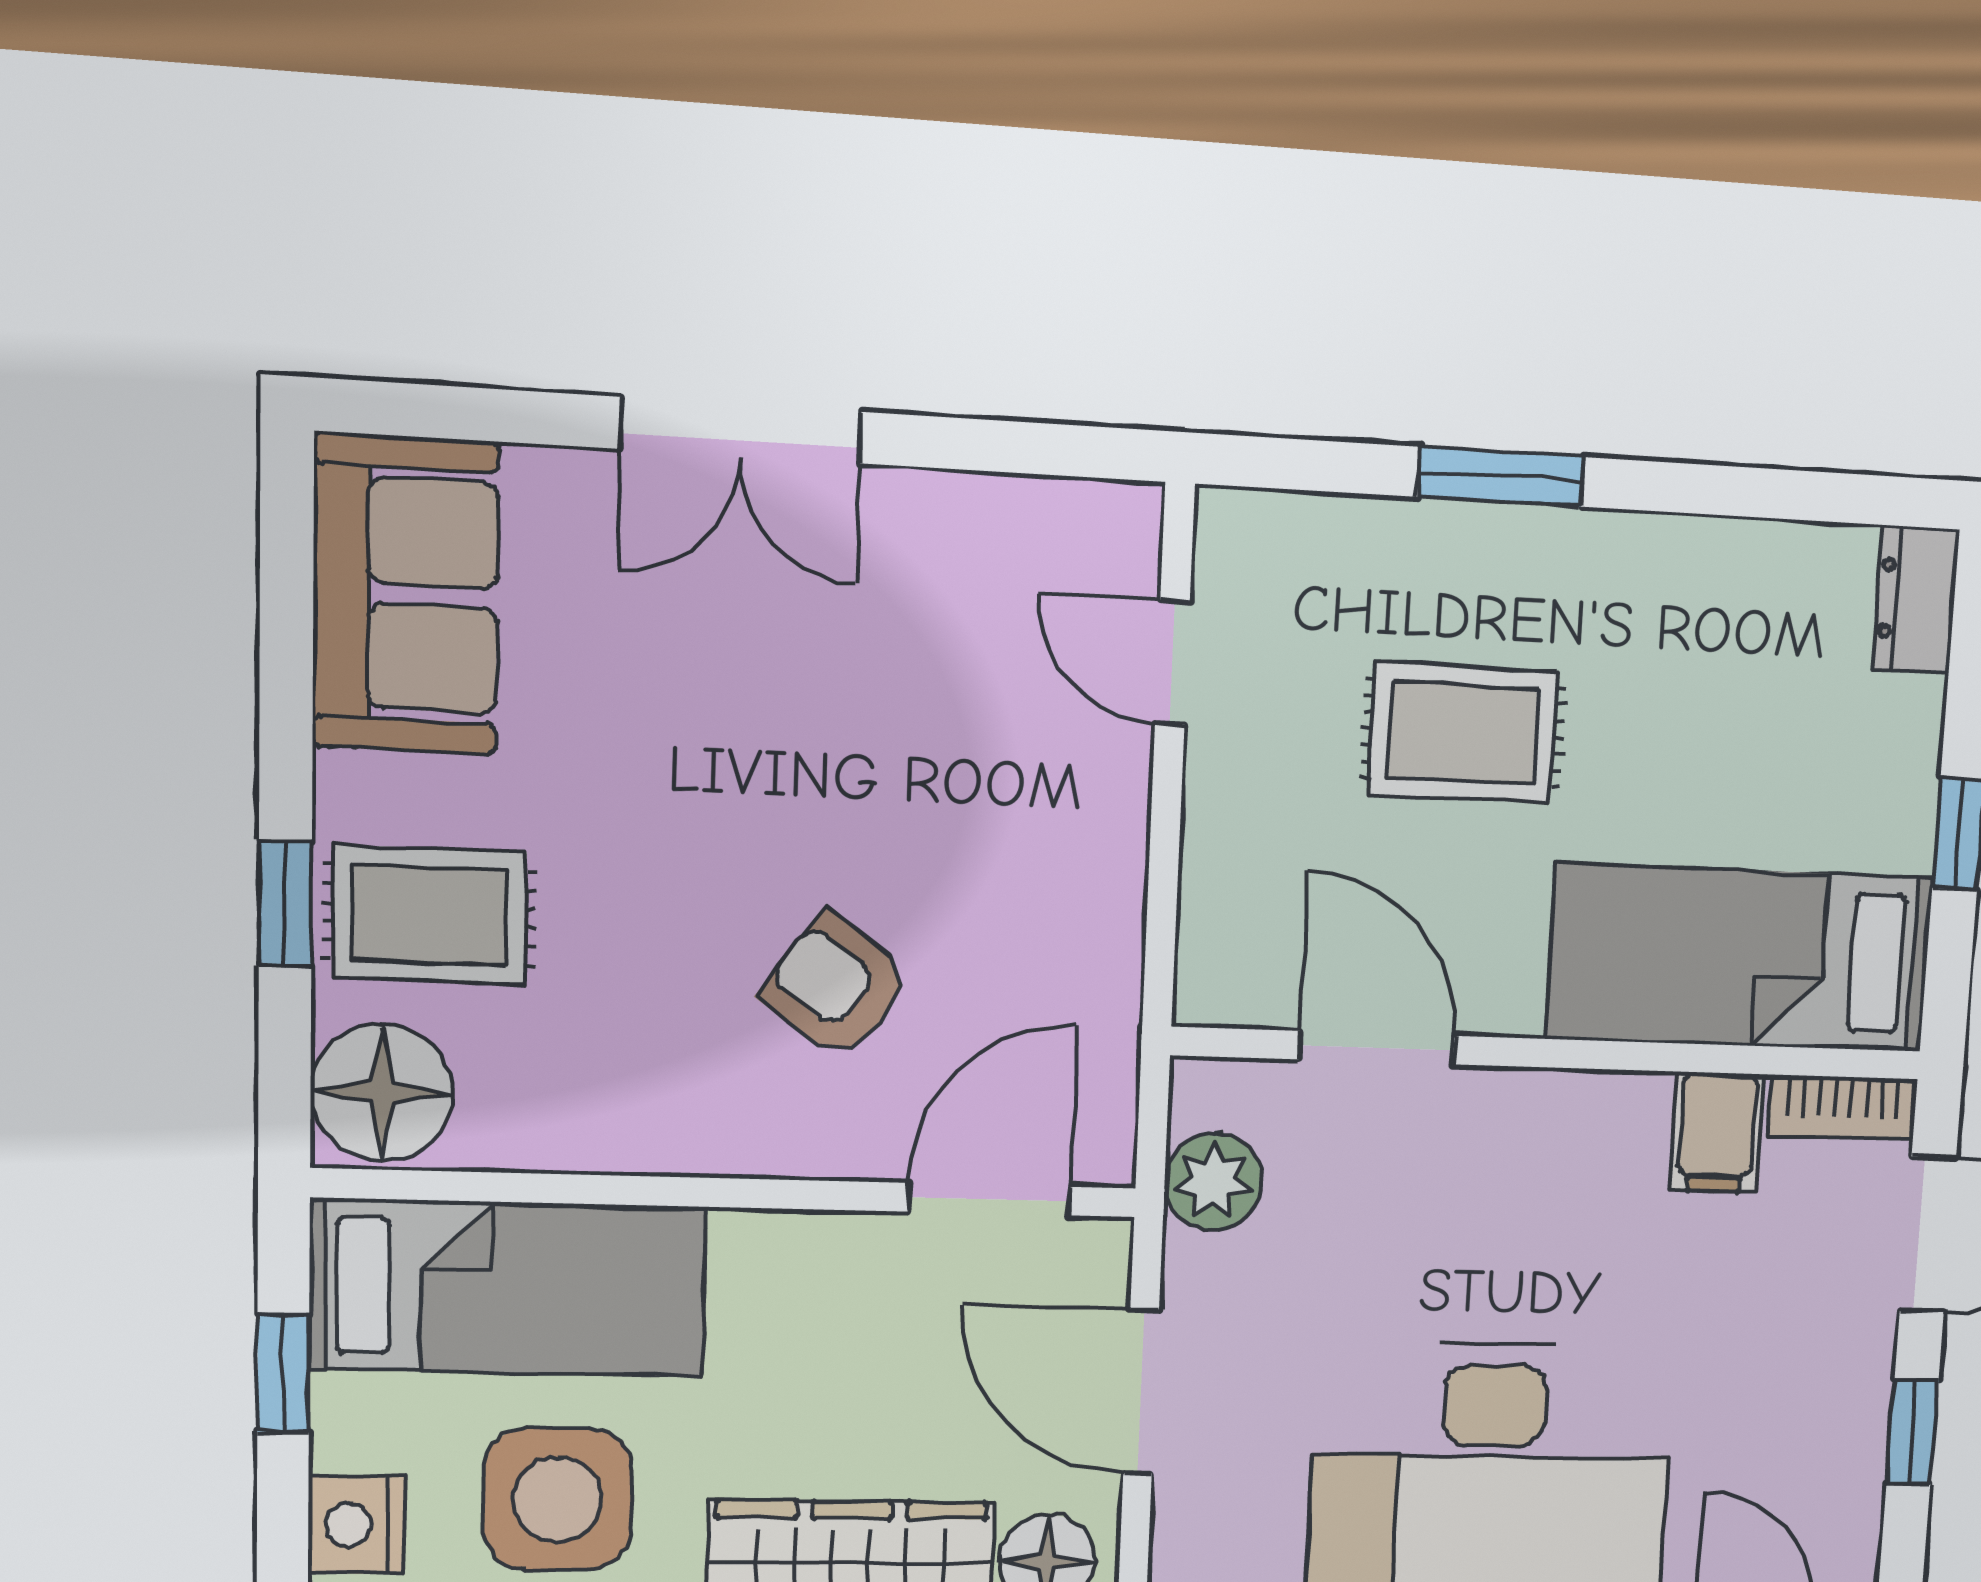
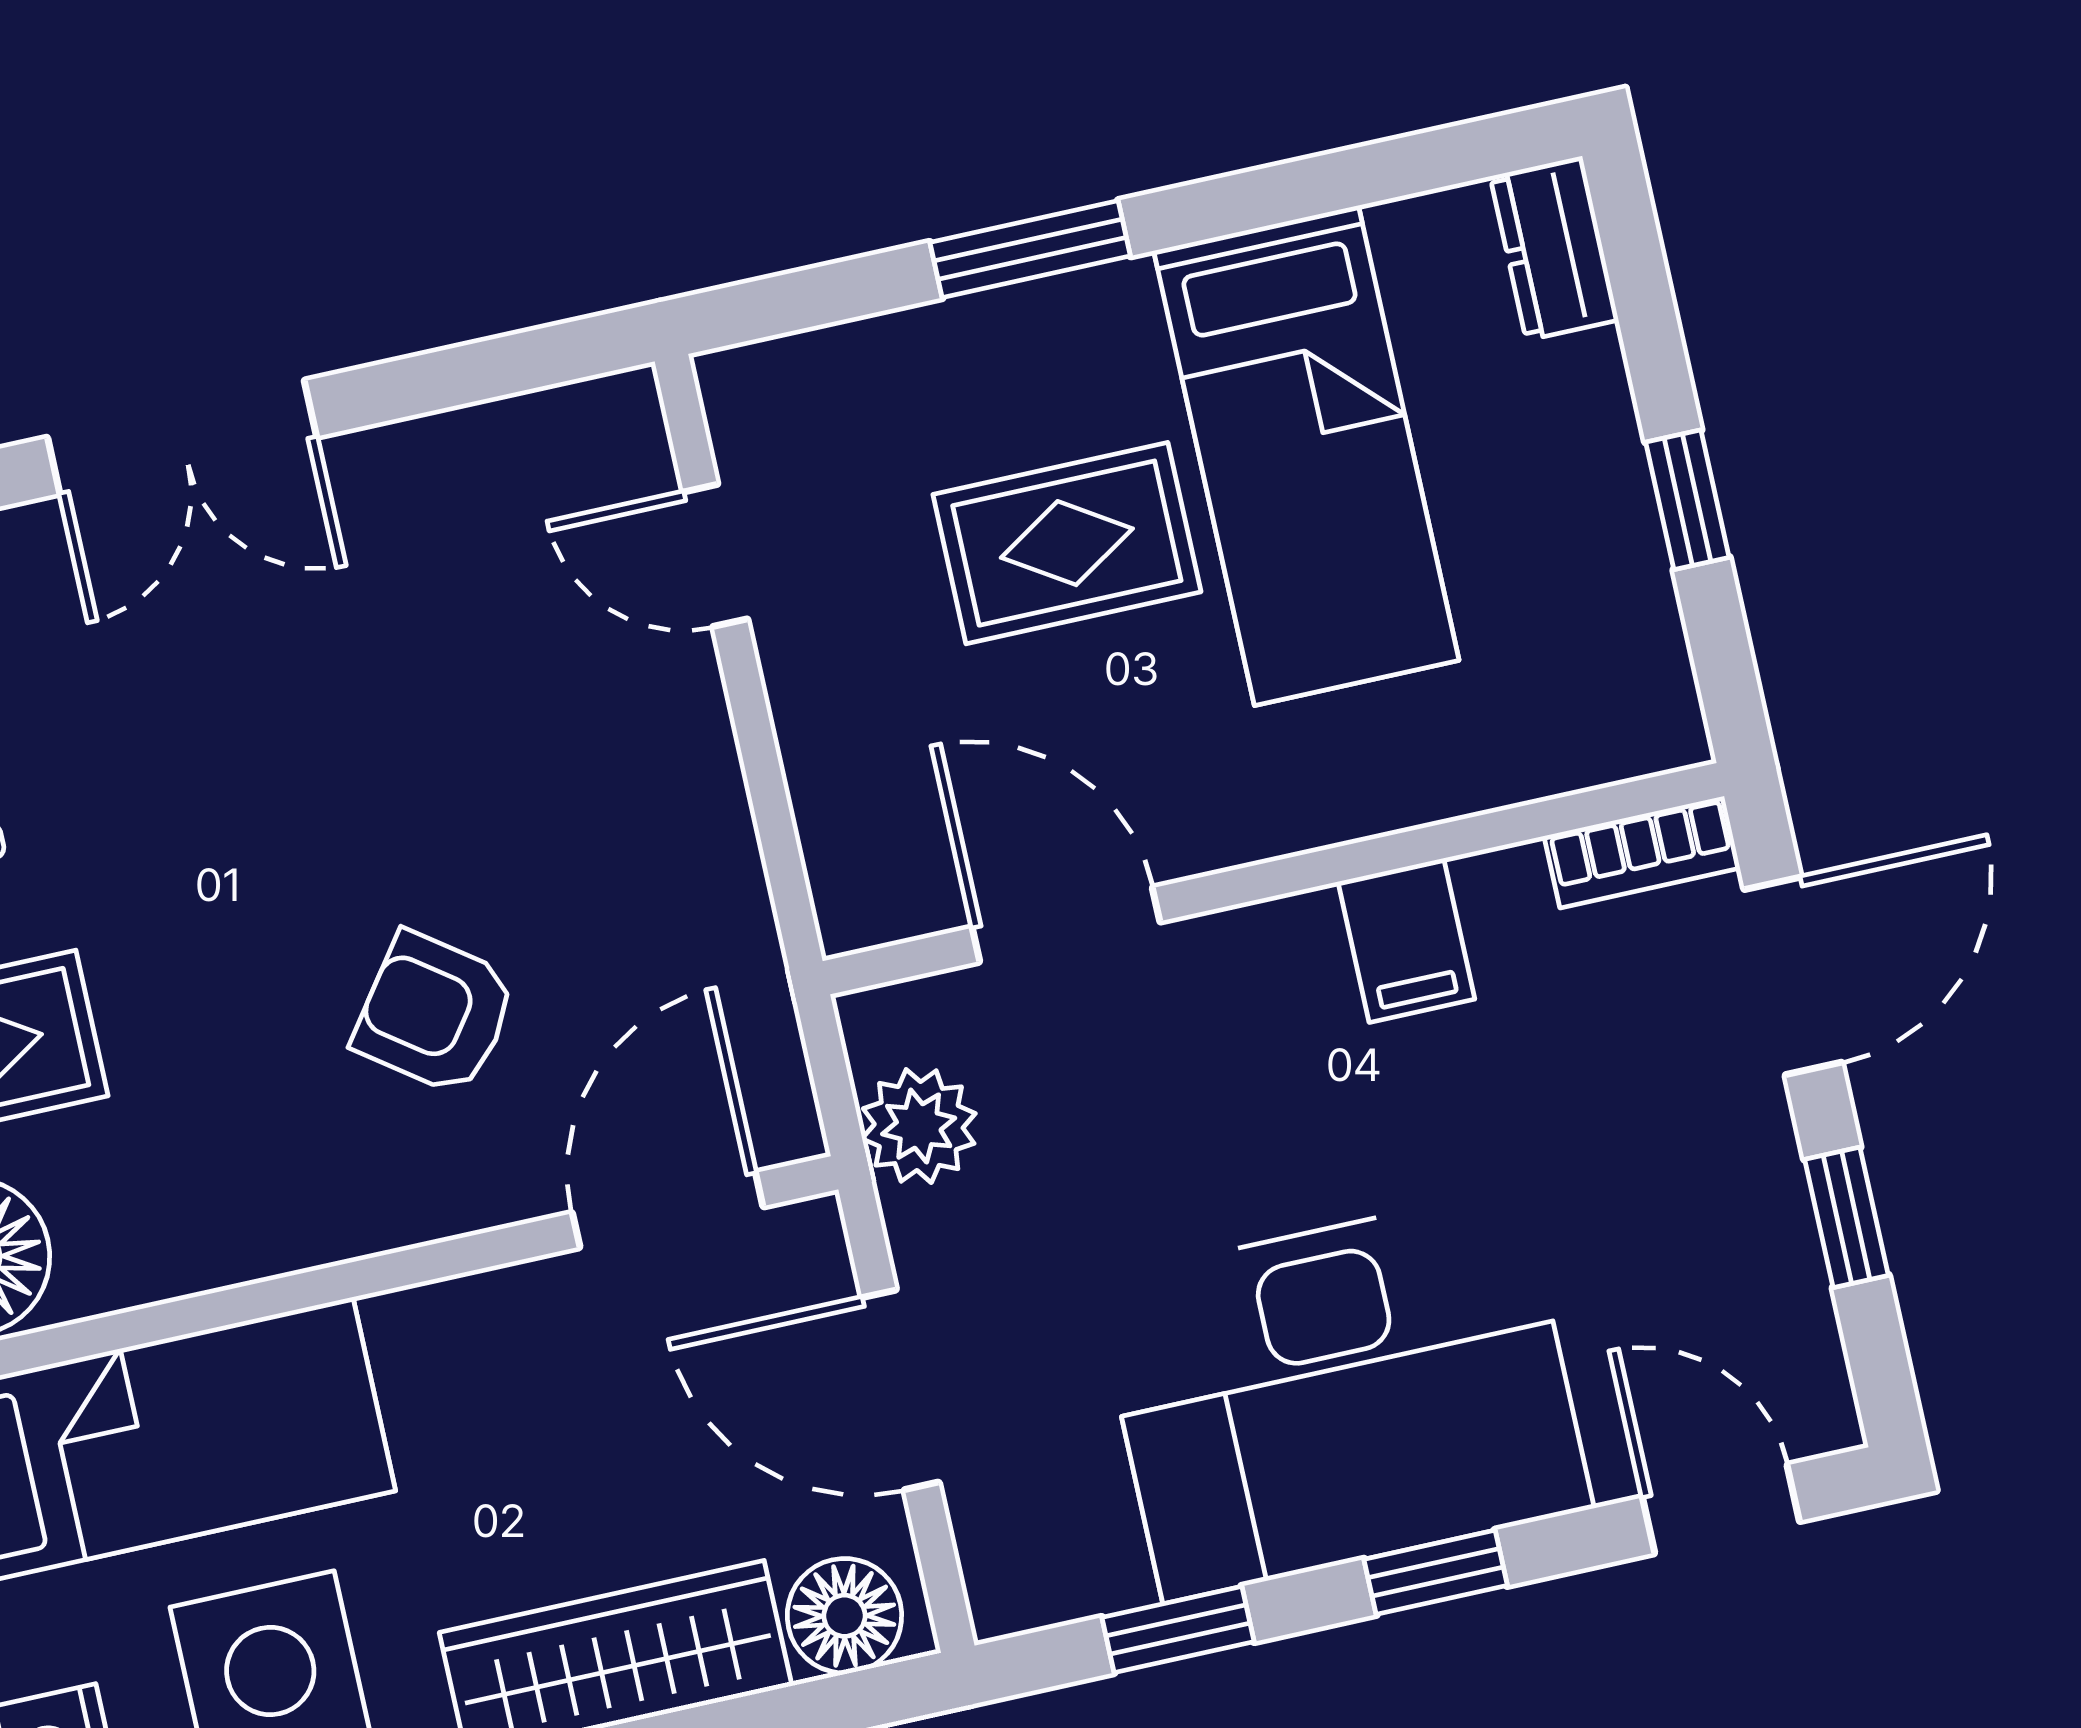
bed: (1741, 958) -> (1306, 456), moved, turned -90
filing cabinet: (1717, 1132) -> (1406, 940), moved

